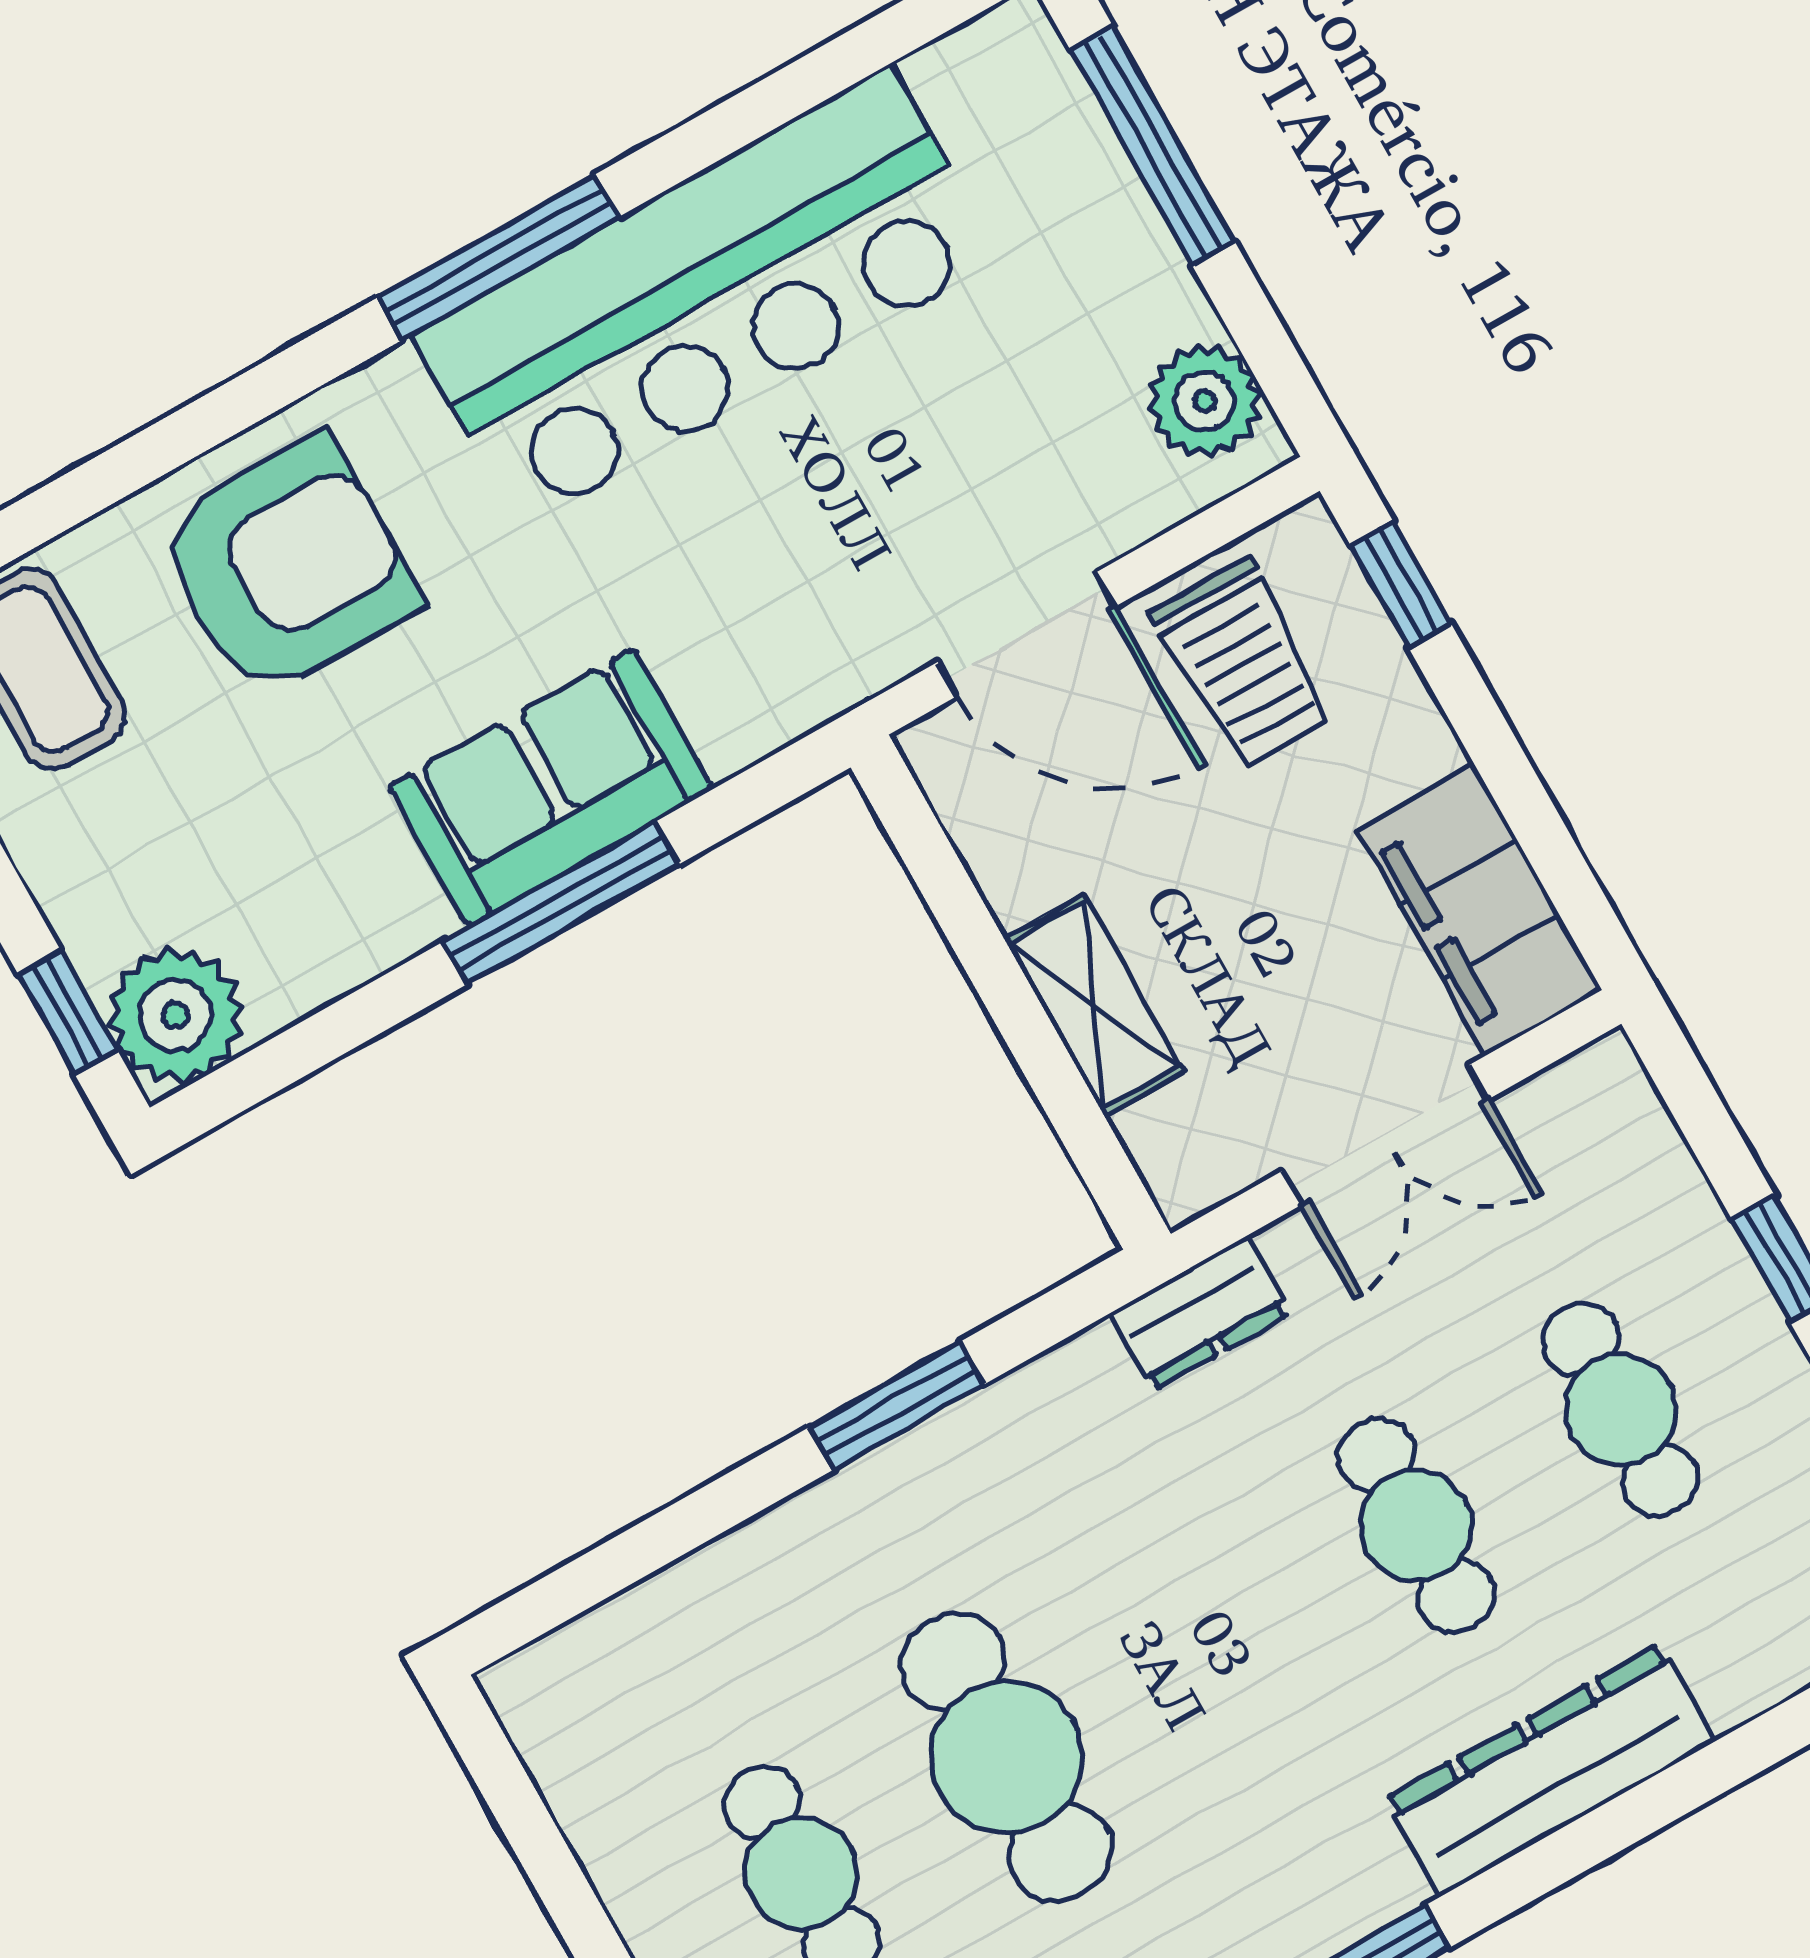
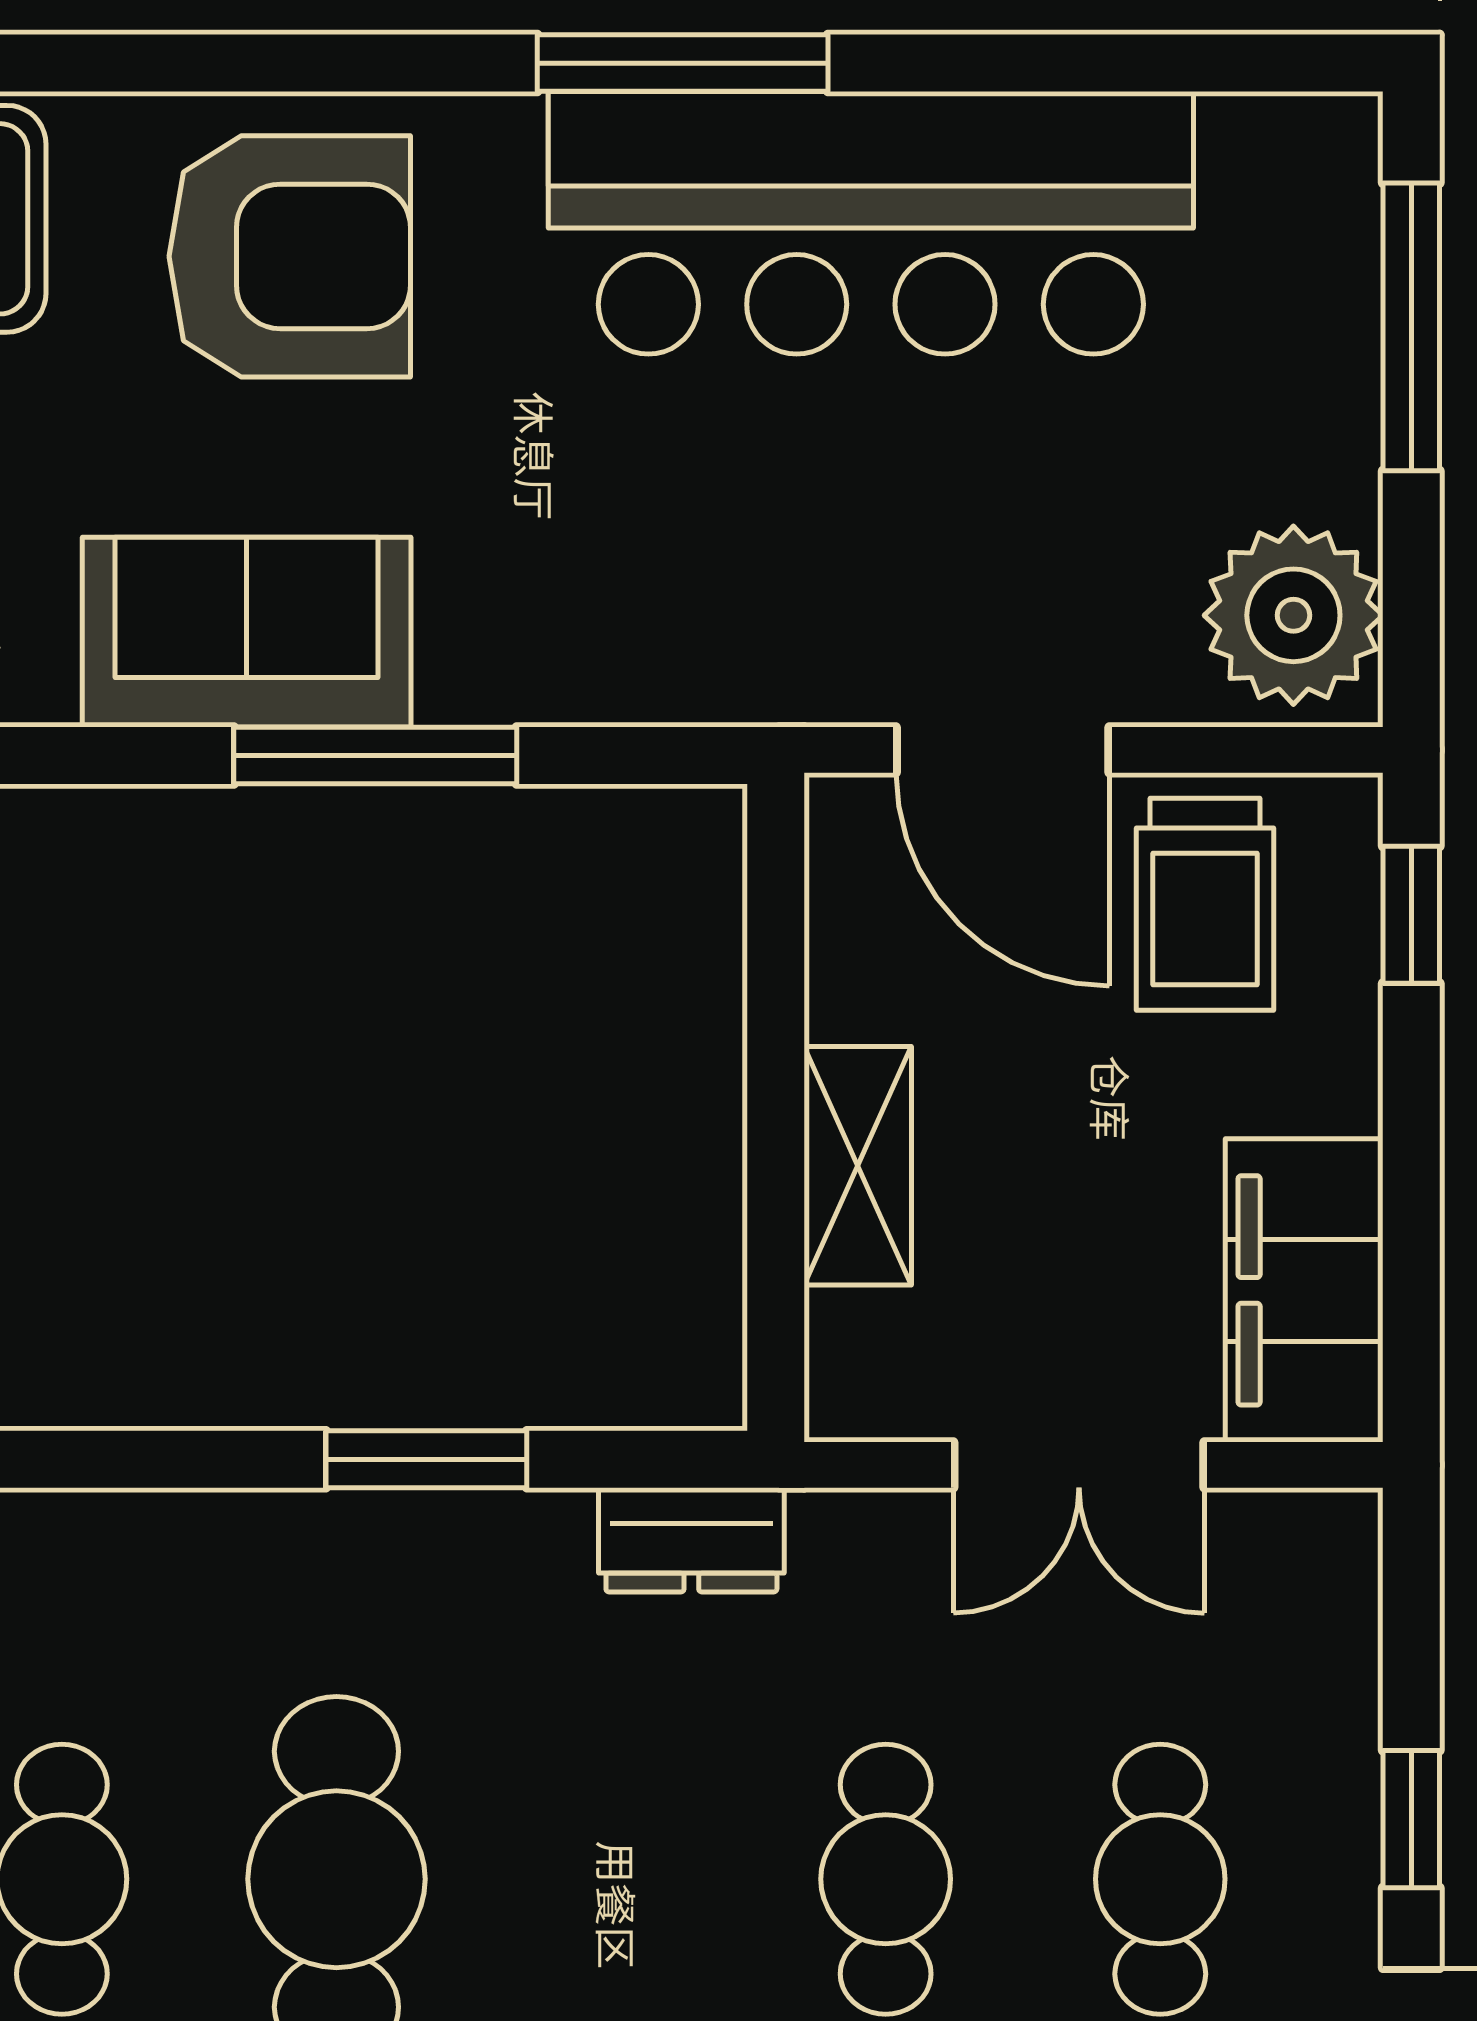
plant: (1205, 401) -> (1293, 615), width x1.36, depth x1.36
sofa: (550, 788) -> (247, 632), moved
dresser: (1200, 1314) -> (691, 1540), moved

